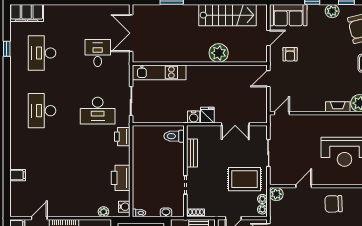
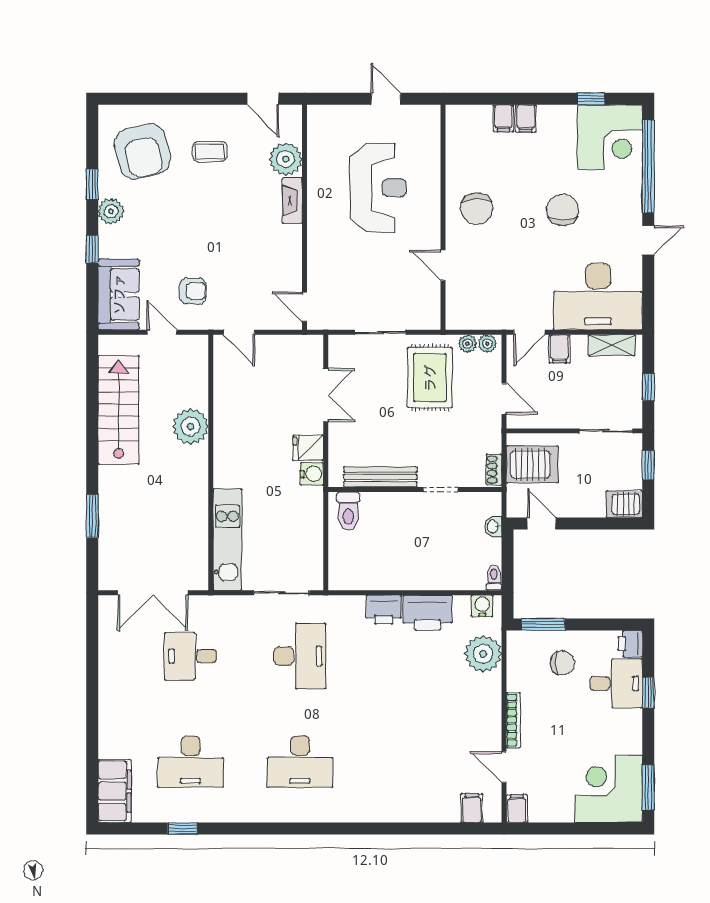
printer: (122, 137) -> (384, 610), moved
bench: (192, 153) -> (380, 477), width x1.36
filing cabinet: (18, 175) -> (472, 808), moved
plant: (276, 194) -> (458, 317), removed
plant: (103, 212) -> (483, 654), width x1.87, depth x1.87

